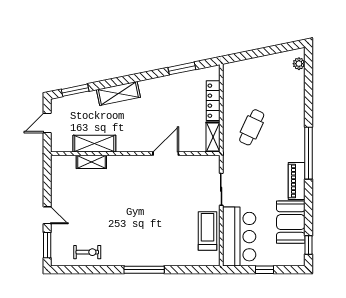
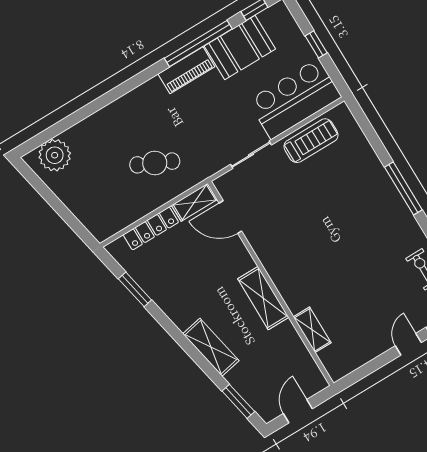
plant: (299, 64) -> (55, 155), width x1.88, depth x1.88
door: (47, 123) -> (298, 411), swing flipped
shelving: (94, 144) -> (263, 298), moved
window: (309, 153) -> (198, 44), moved
door: (166, 154) -> (230, 217), moved
treadmill: (207, 231) -> (311, 141), turned 180

